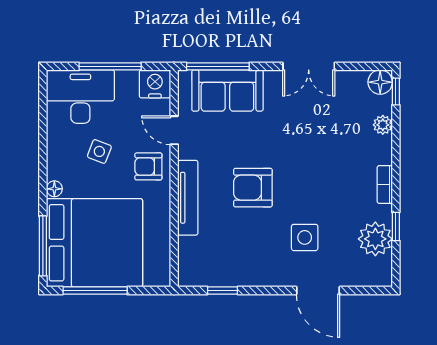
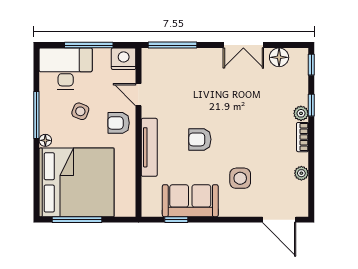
floor lamp: (380, 82) -> (279, 57), moved
sofa: (227, 91) -> (190, 201), moved, turned 180
plant: (383, 125) -> (301, 113), moved
armchair: (253, 188) -> (200, 139), width x0.72, depth x0.72
window: (396, 227) -> (311, 105), moved
plant: (375, 239) -> (301, 173), width x0.53, depth x0.53
window: (43, 246) -> (36, 115), moved
door: (318, 291) -> (279, 220), moved

